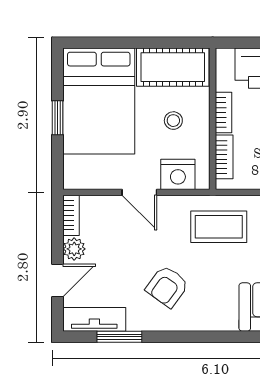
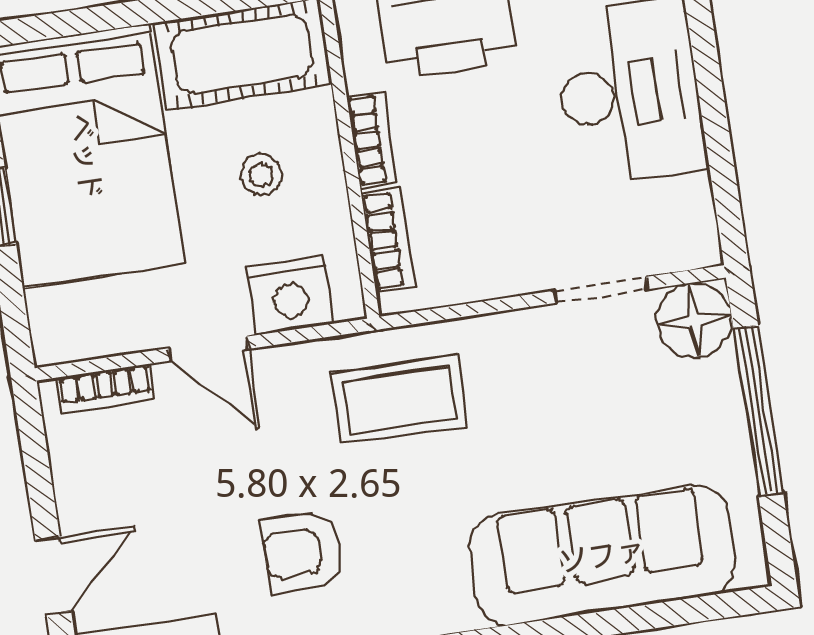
bookcase: (71, 215) -> (106, 389), moved, turned 90
plant: (74, 249) -> (80, 499), removed
armchair: (167, 286) -> (303, 552), turned 54

